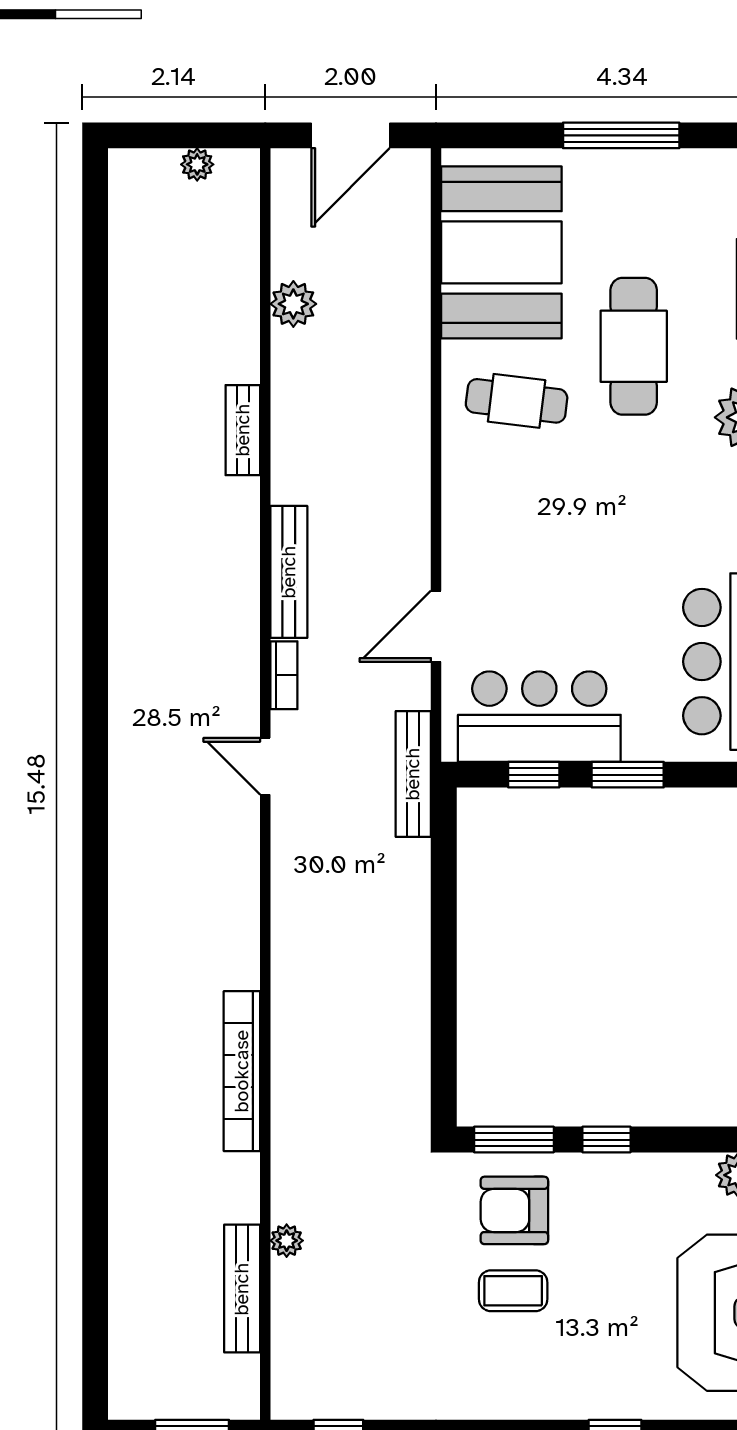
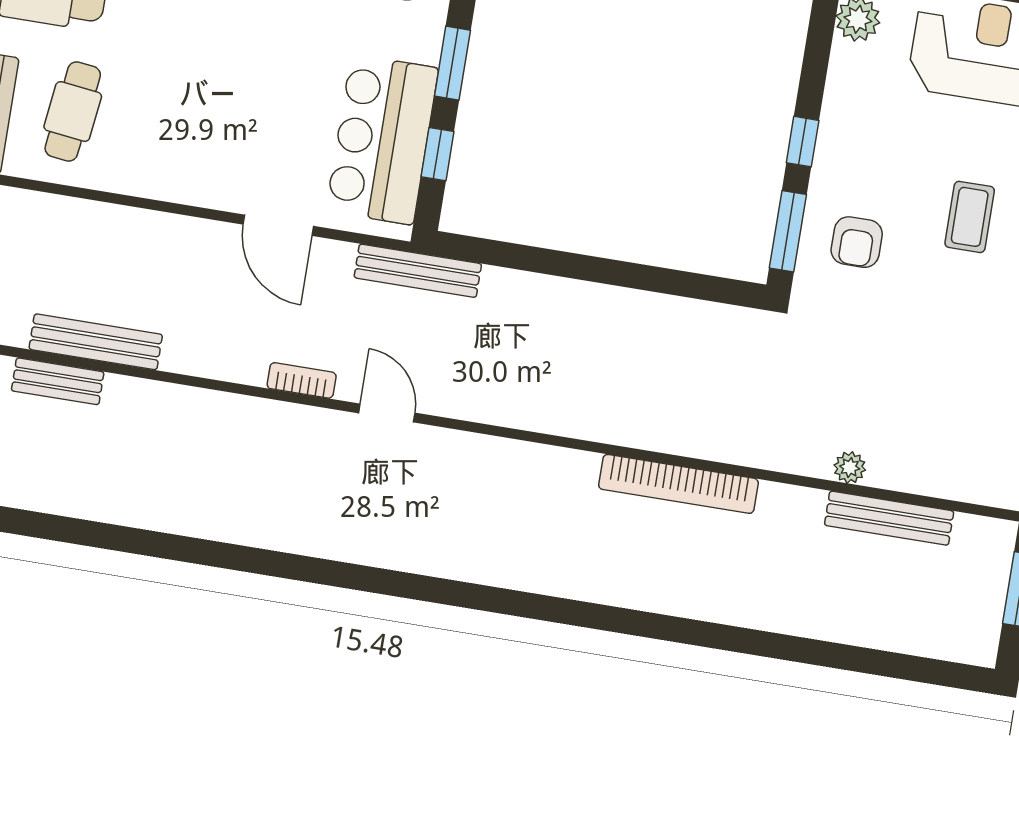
bench: (289, 572) -> (96, 342), moved
door: (265, 766) -> (387, 413), swing flipped
armchair: (514, 1210) -> (857, 242), width x0.72, depth x0.72
coffee table: (513, 1291) -> (970, 217), moved

